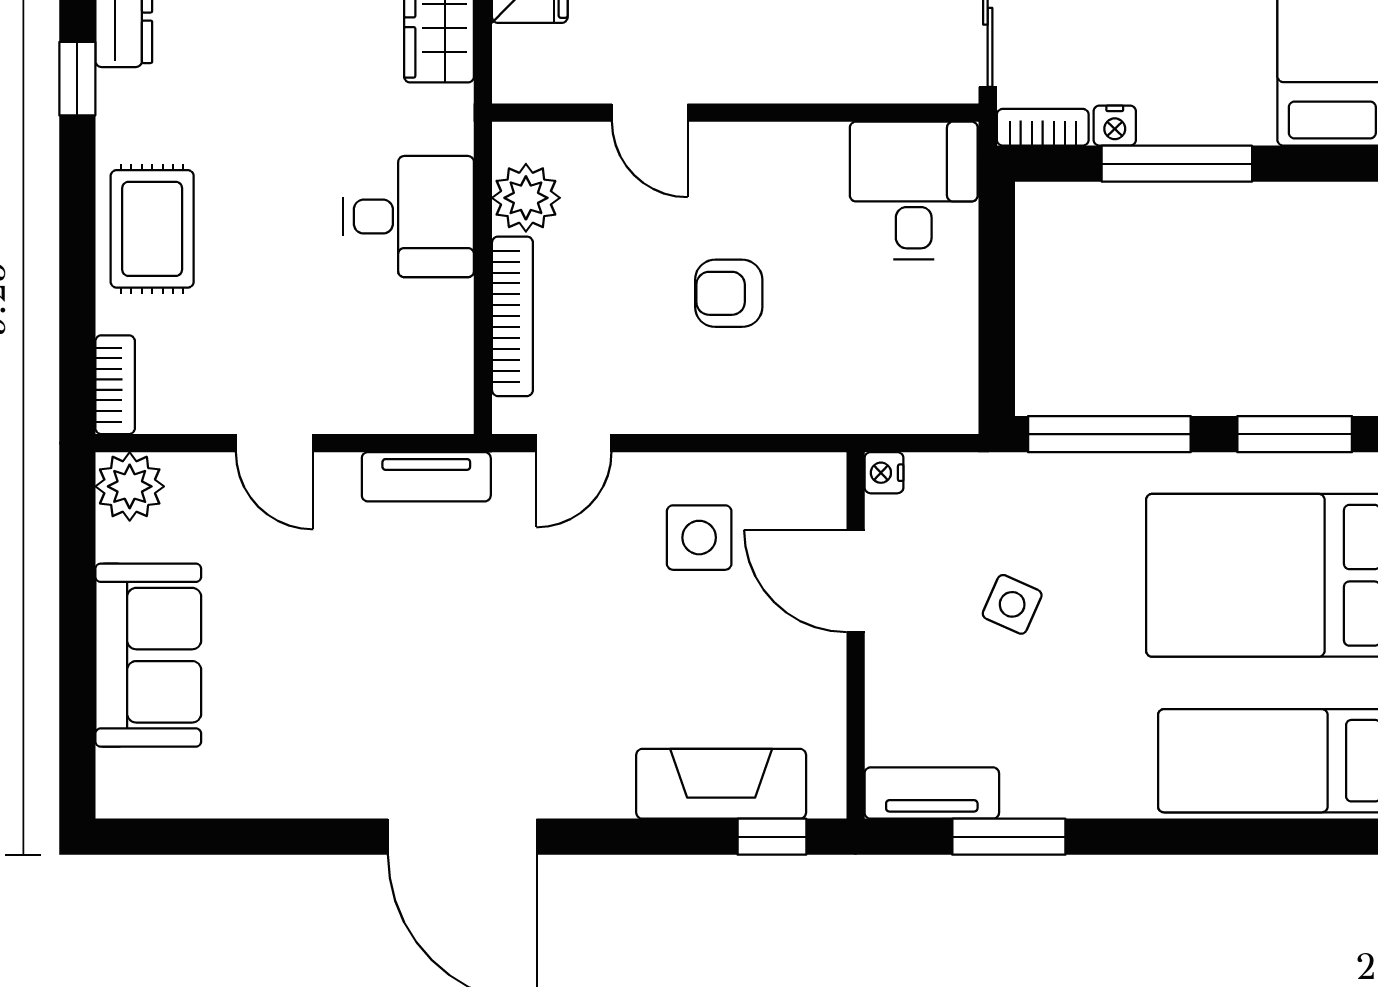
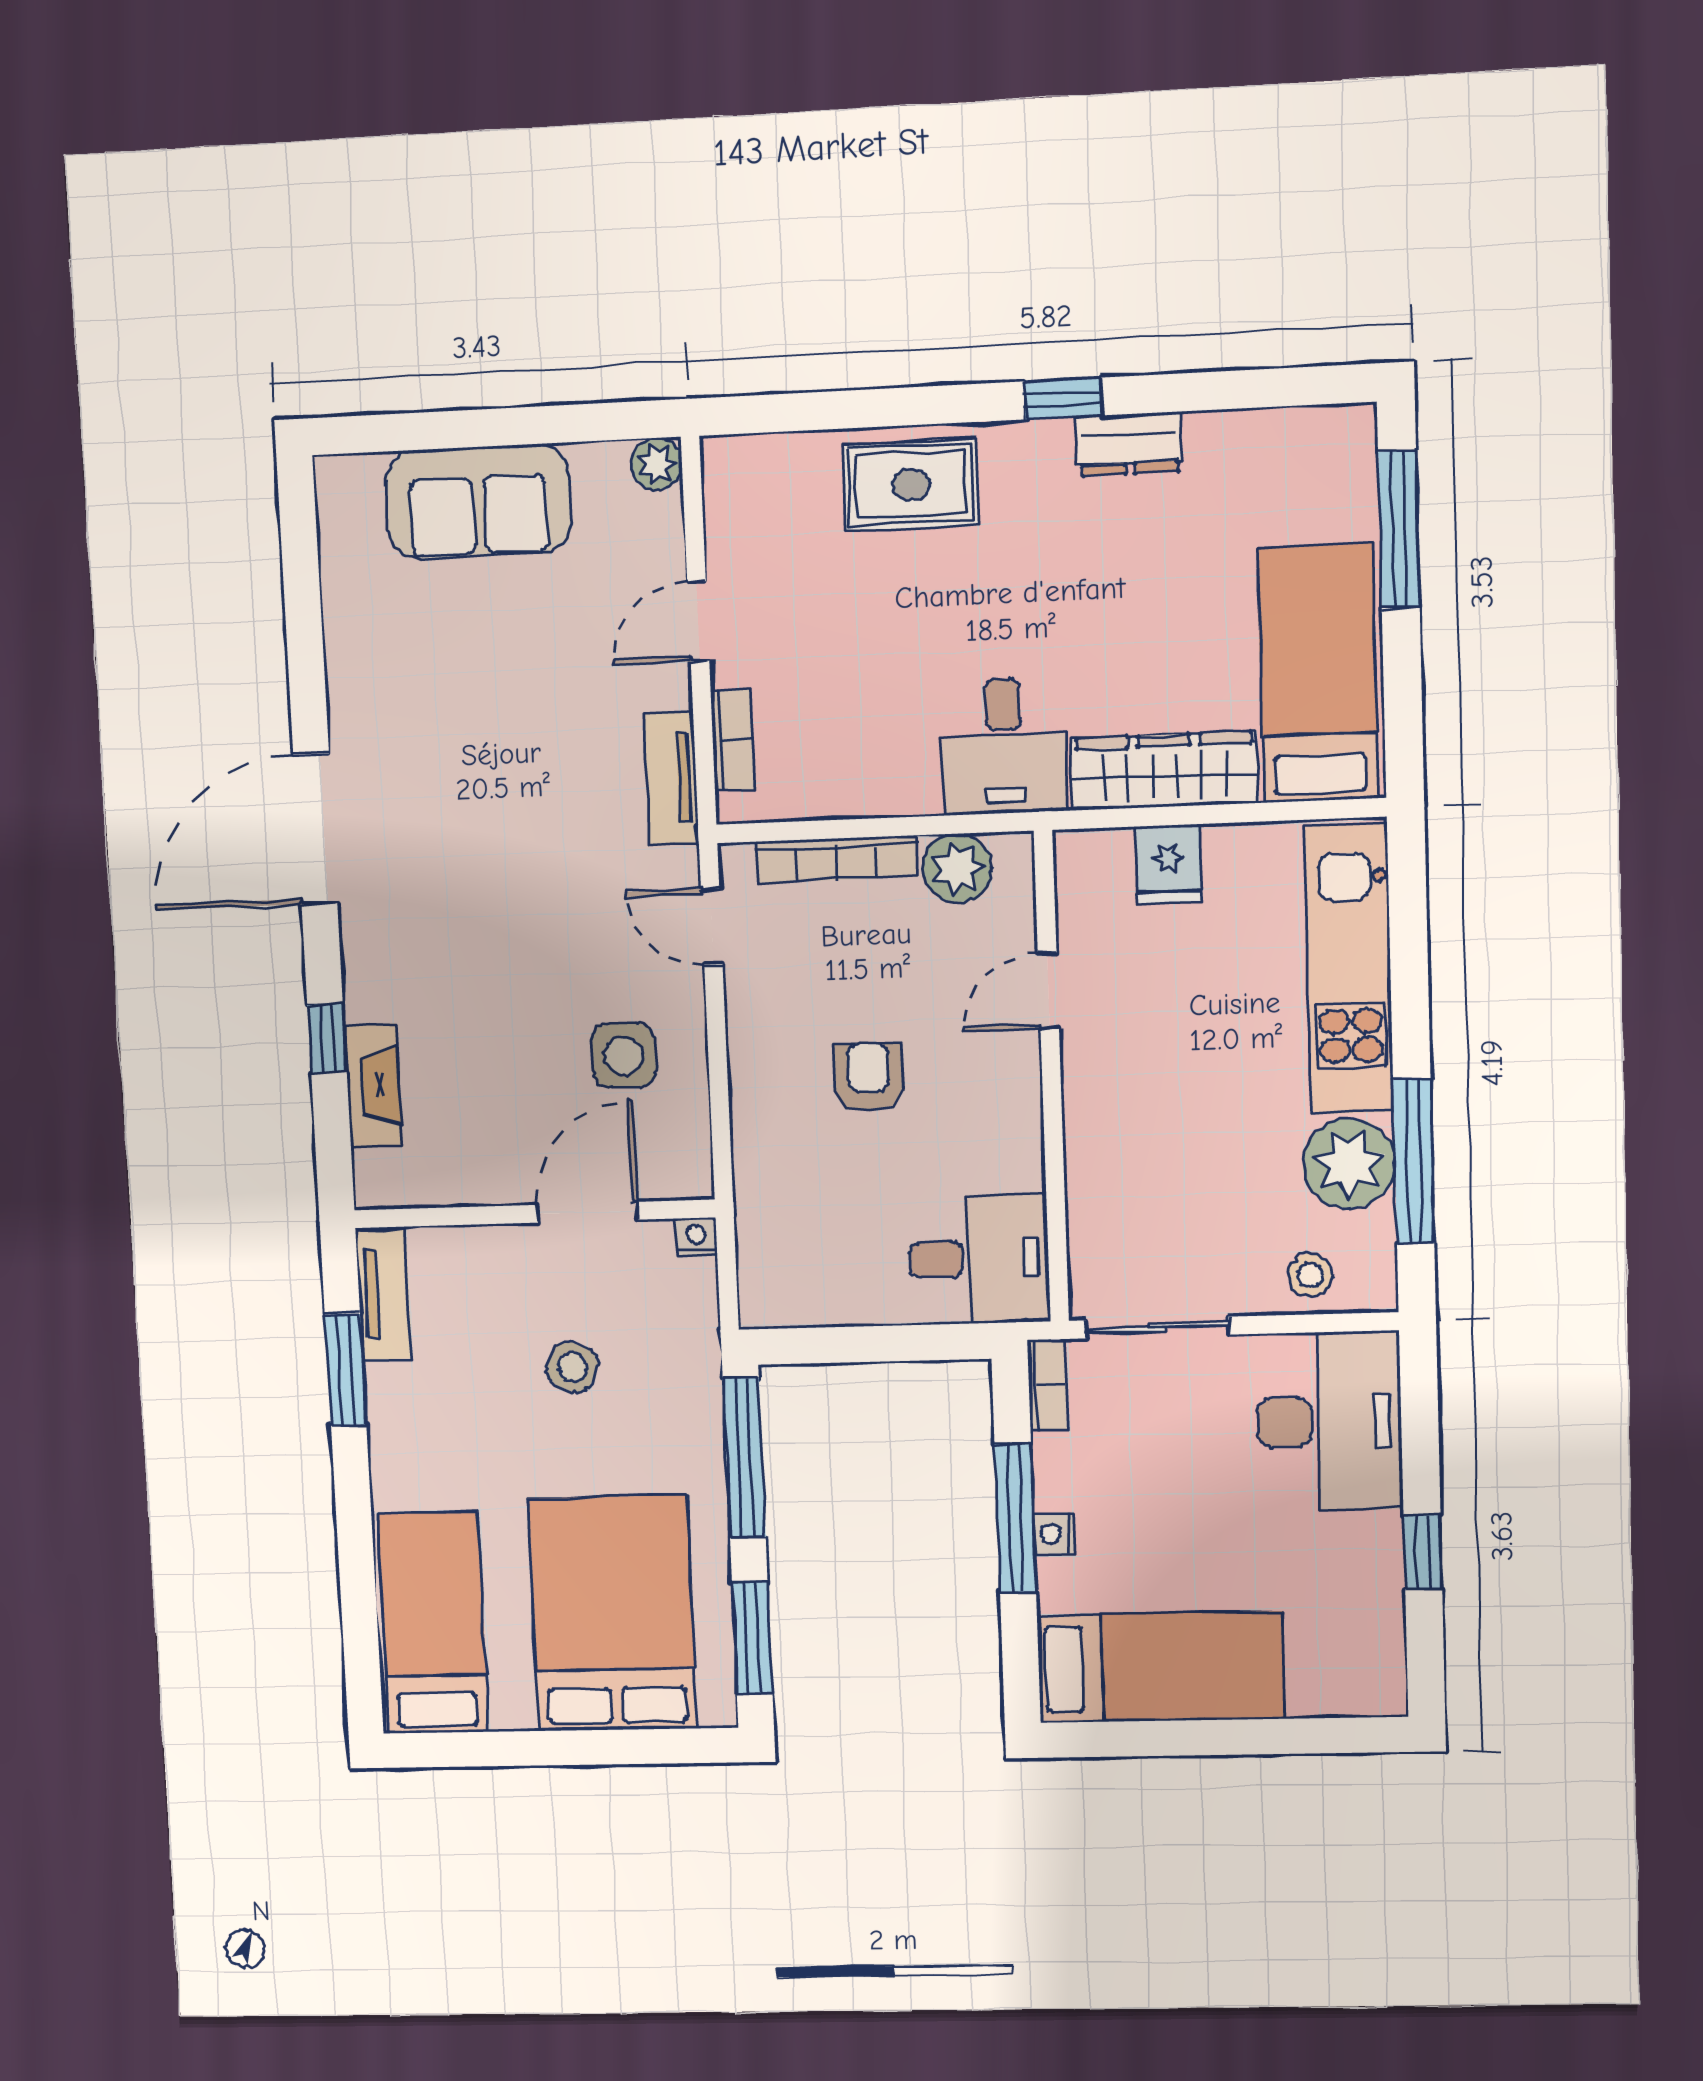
nightstand: (1115, 126) -> (1054, 1534), moved
desk: (409, 217) -> (1004, 746), moved
bookcase: (115, 385) -> (733, 740), moved, turned -90
plant: (130, 486) -> (657, 464), width x0.73, depth x0.73
fireplace: (721, 784) -> (373, 1086), width x0.73, depth x0.76
window: (772, 837) -> (327, 1039), moved

